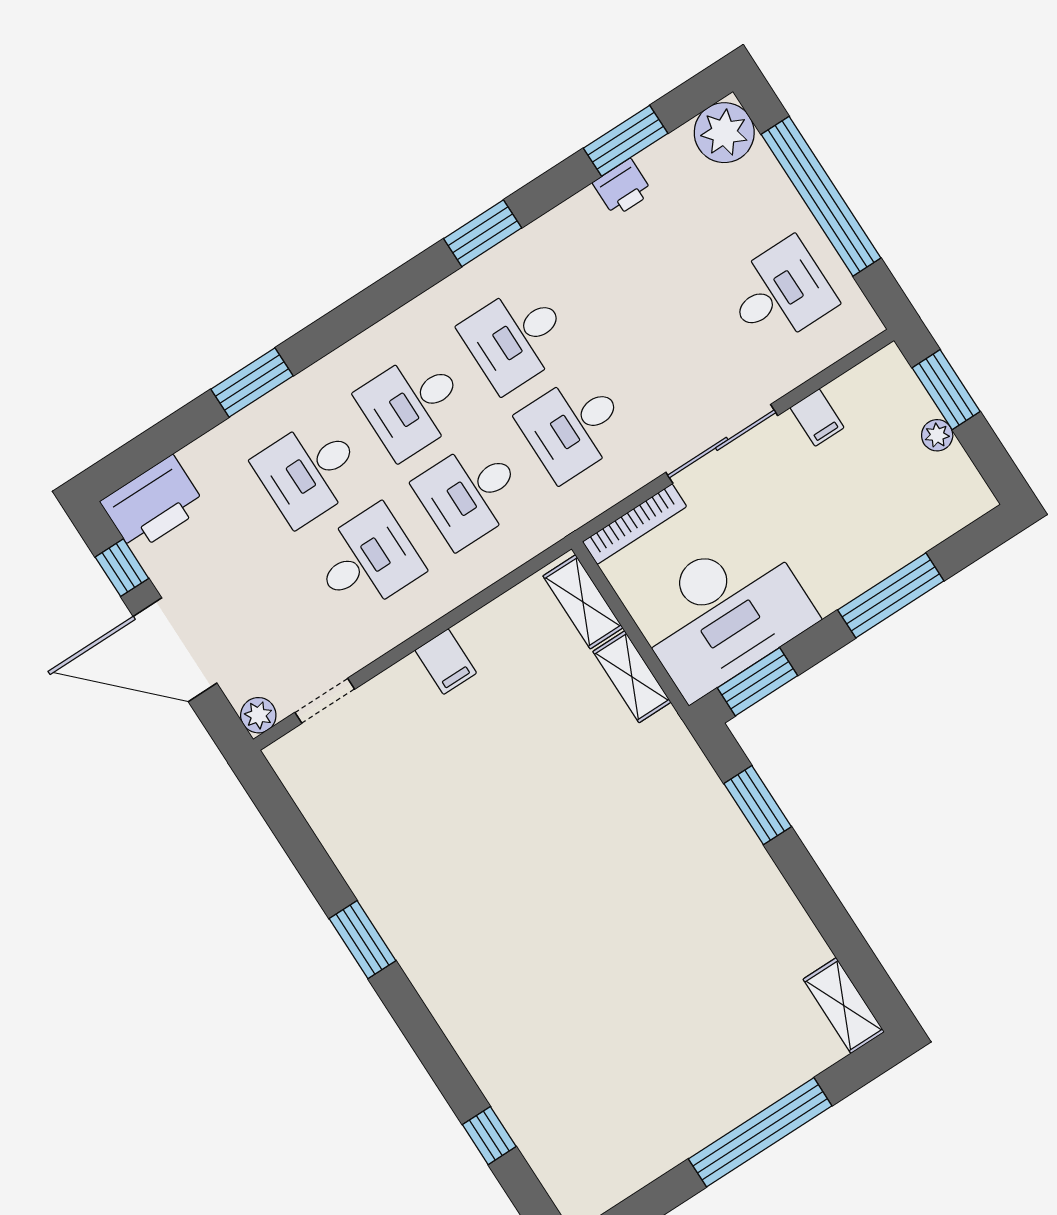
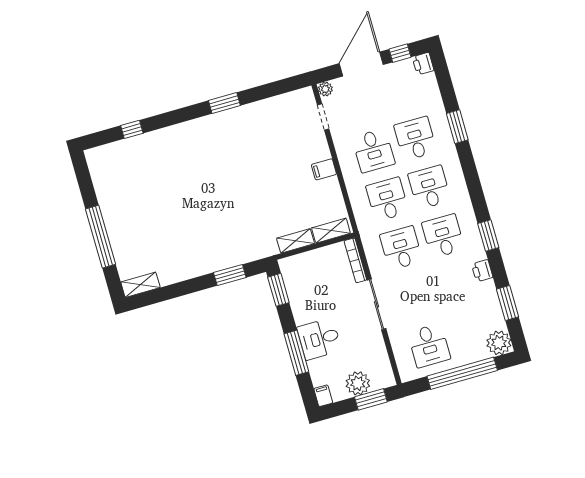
printer: (623, 188) -> (482, 271), moved
filing cabinet: (817, 418) -> (323, 396), moved, turned 90
plant: (937, 435) -> (358, 383), width x1.88, depth x1.88
printer: (153, 504) -> (423, 64), width x0.53, depth x0.68
desk: (723, 613) -> (319, 339), moved, width x0.53, depth x0.77

